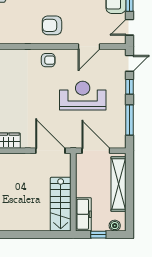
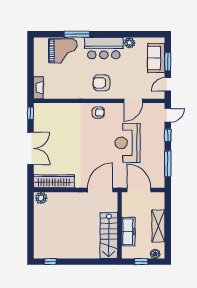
reception desk: (83, 96) -> (128, 143), turned -90
door: (50, 151) -> (100, 190), hinge flipped
shelving: (118, 184) -> (158, 226), width x0.68
freezer: (83, 214) -> (128, 232), moved

